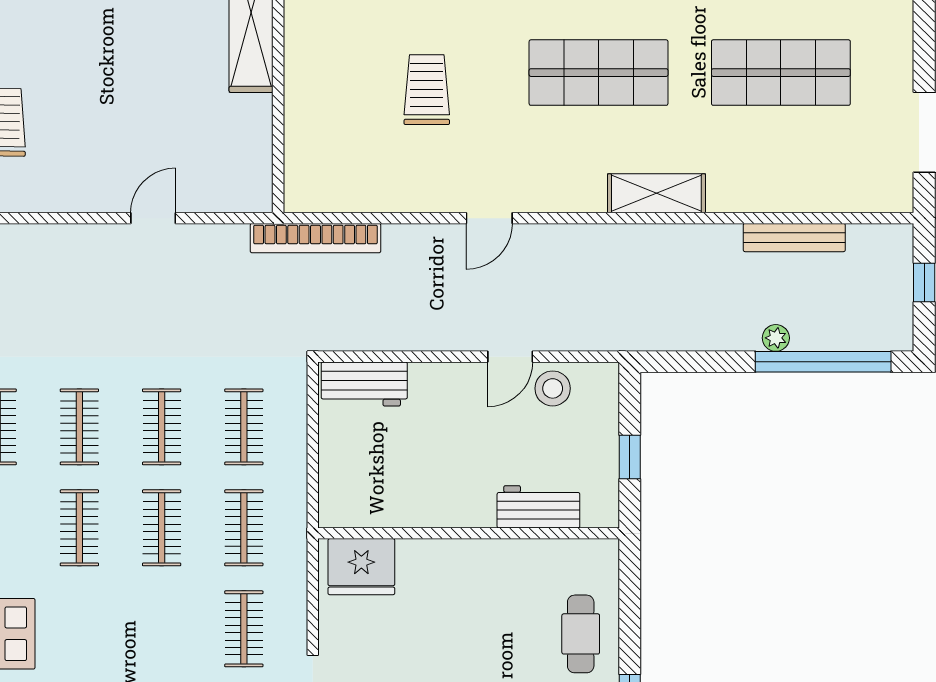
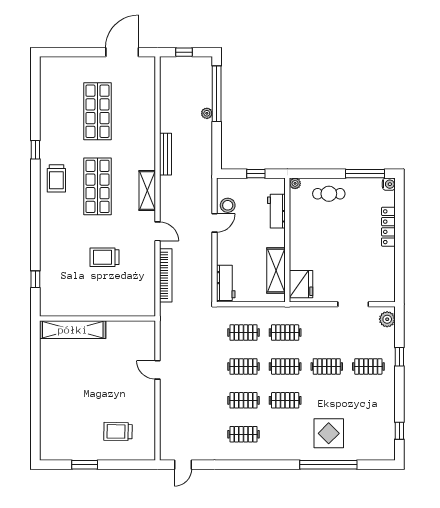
shelving: (656, 193) -> (147, 191), moved
bookcase: (315, 238) -> (166, 275), moved
bench: (794, 238) -> (165, 154), moved
door: (510, 357) -> (215, 223), hinge flipped
shelving: (394, 506) -> (276, 271), added
plant: (606, 552) -> (295, 183), added
clothes rail: (244, 629) -> (327, 366), moved

